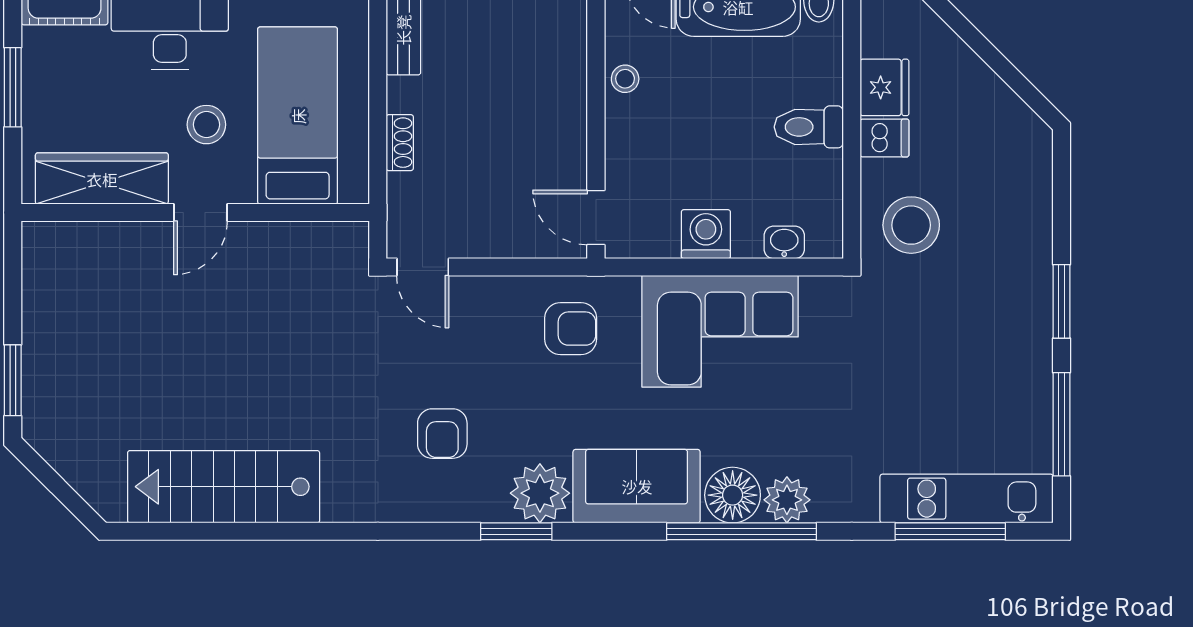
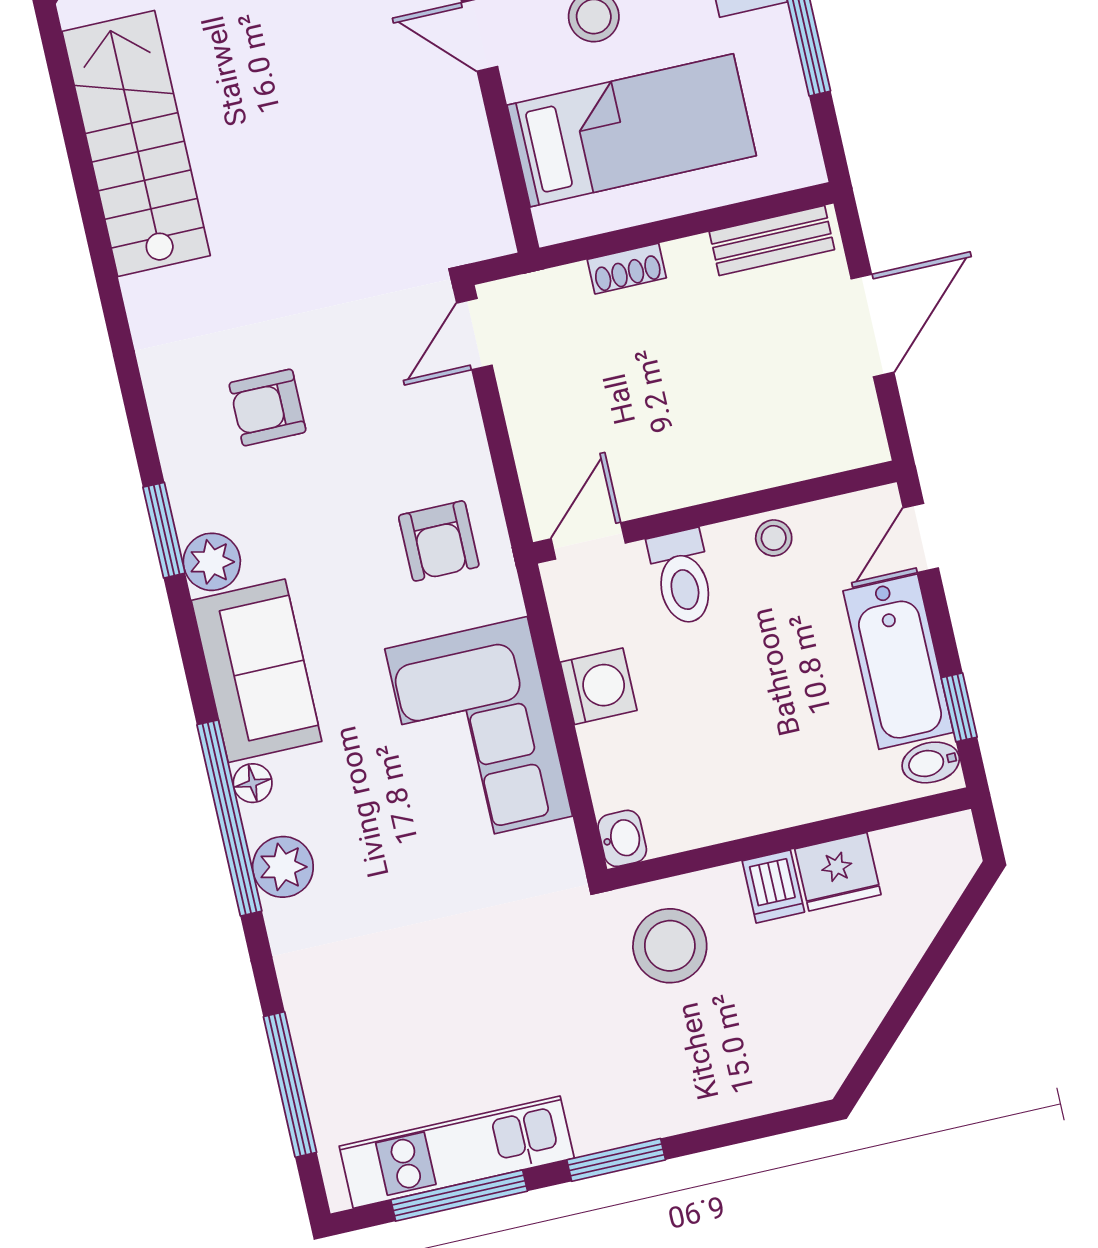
toilet: (809, 127) -> (682, 577), moved, turned 180
washbasin: (784, 242) -> (622, 838), moved
plant: (540, 493) -> (212, 562), width x0.73, depth x0.73
floor lamp: (733, 495) -> (253, 783), width x0.53, depth x0.53
kitchen unit: (967, 499) -> (457, 1152), moved, turned -90

